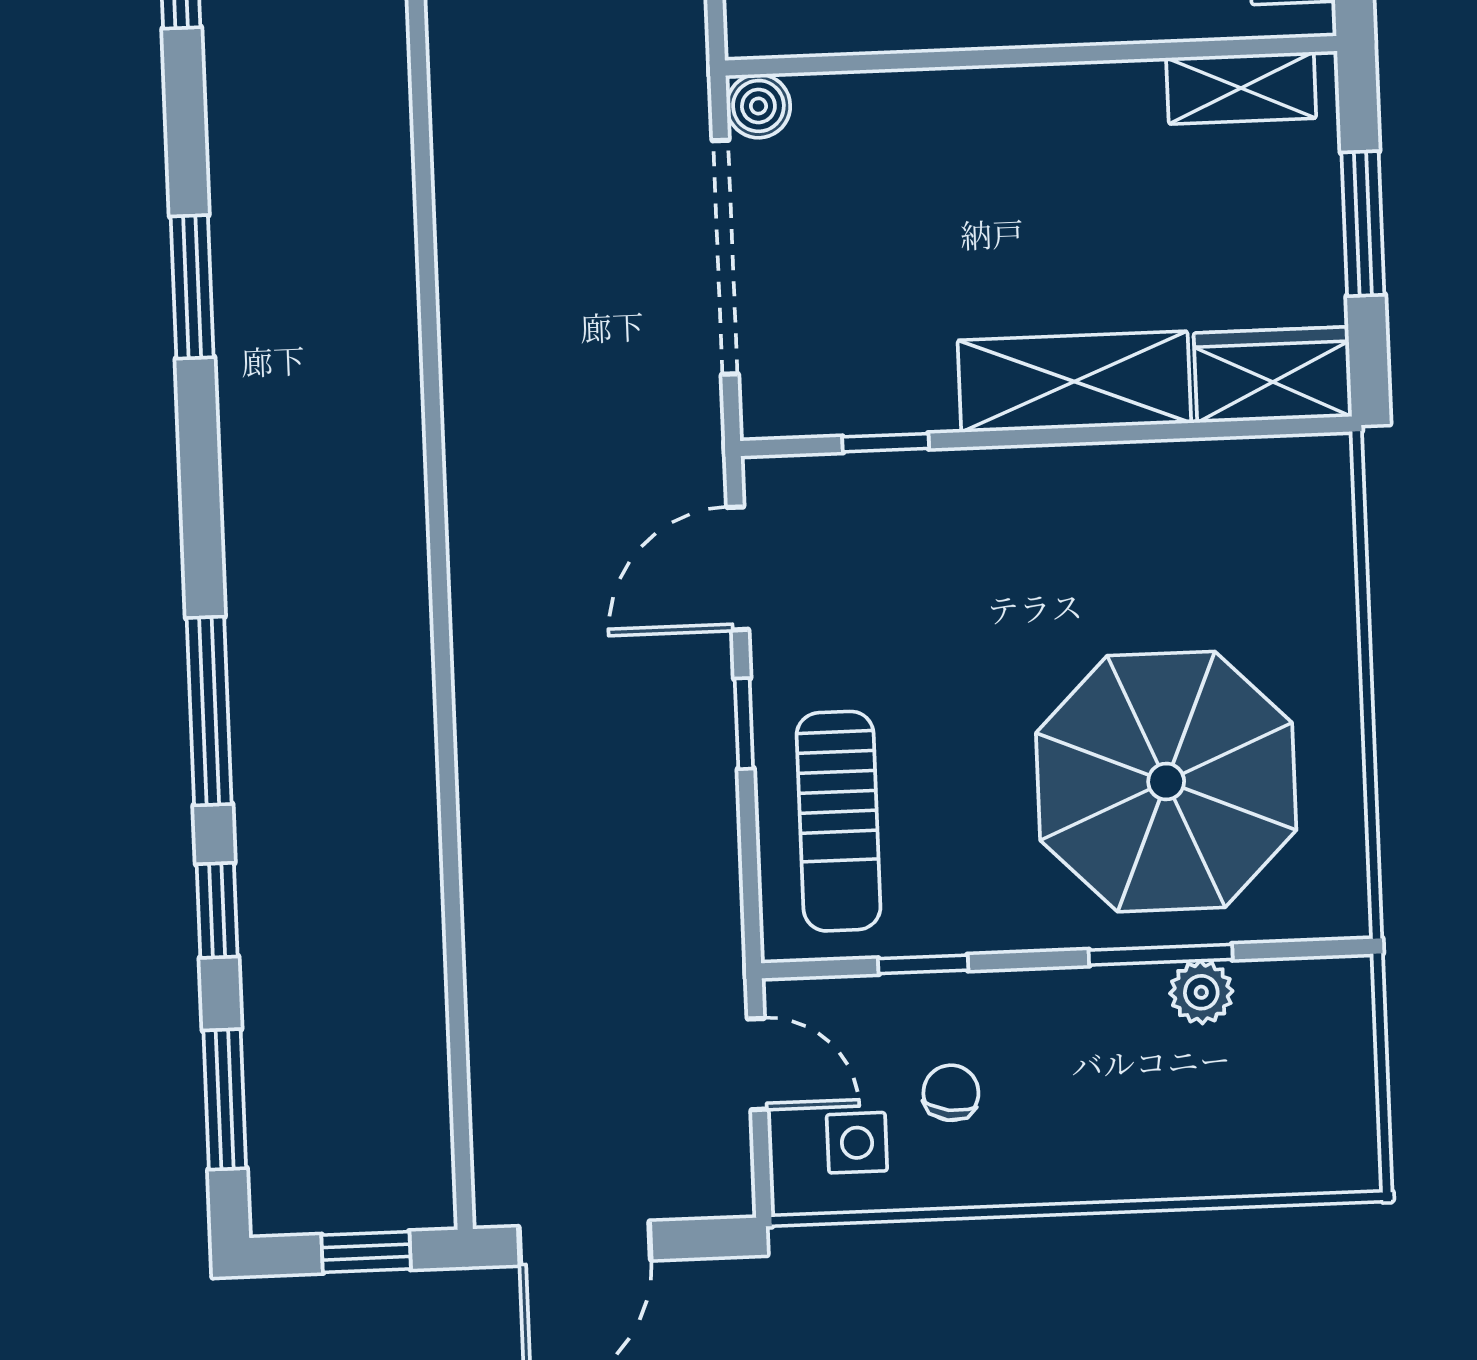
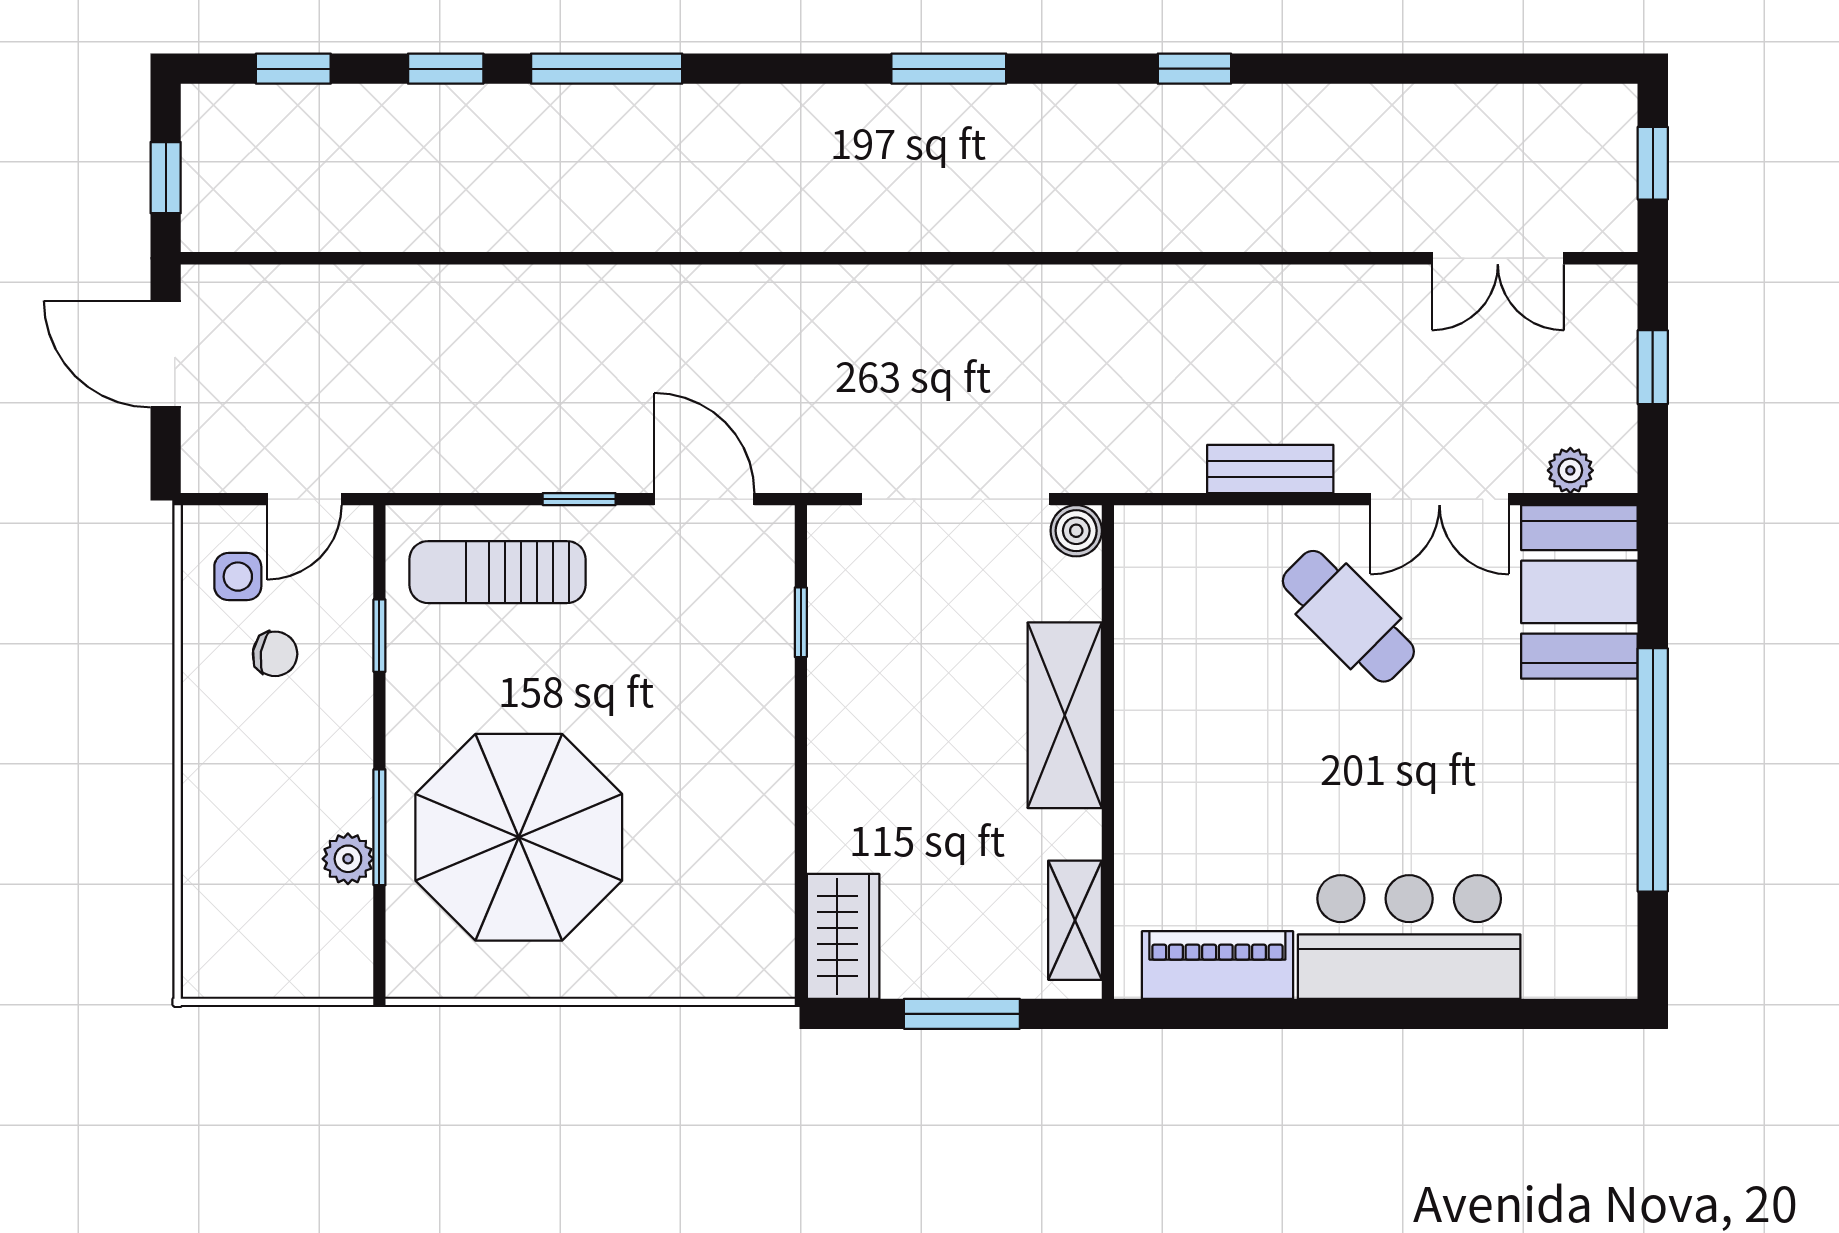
shelving: (1074, 382) -> (1065, 715), moved
window: (225, 1099) -> (293, 69), width x0.67

